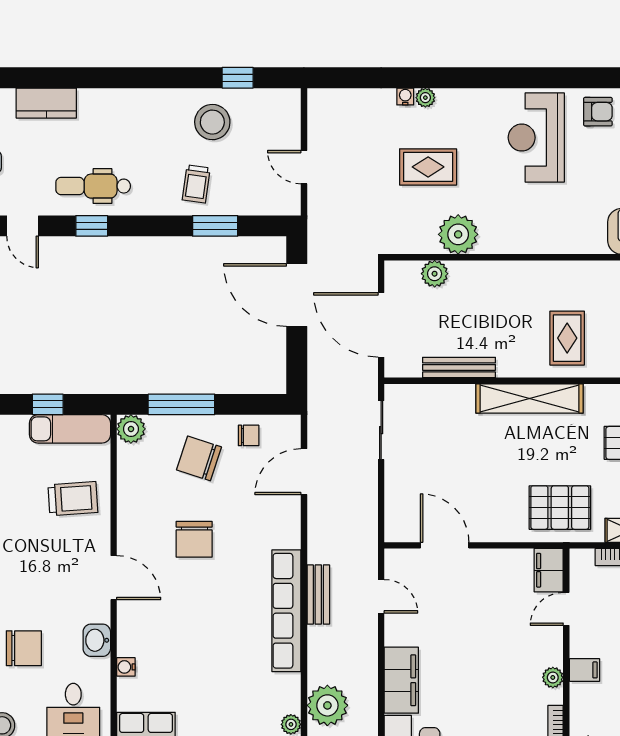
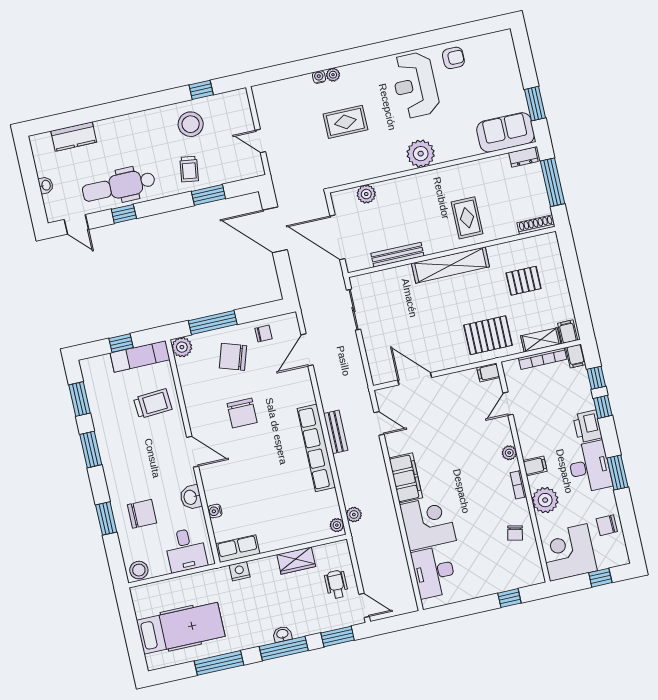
dental chair: (93, 186) -> (119, 186), width x1.36, depth x1.38
plant: (458, 234) -> (421, 154), moved
filing cabinet: (549, 570) -> (488, 372), width x0.50
filing cabinet: (584, 670) -> (535, 466), moved
plant: (327, 705) -> (354, 515), width x0.53, depth x0.53

